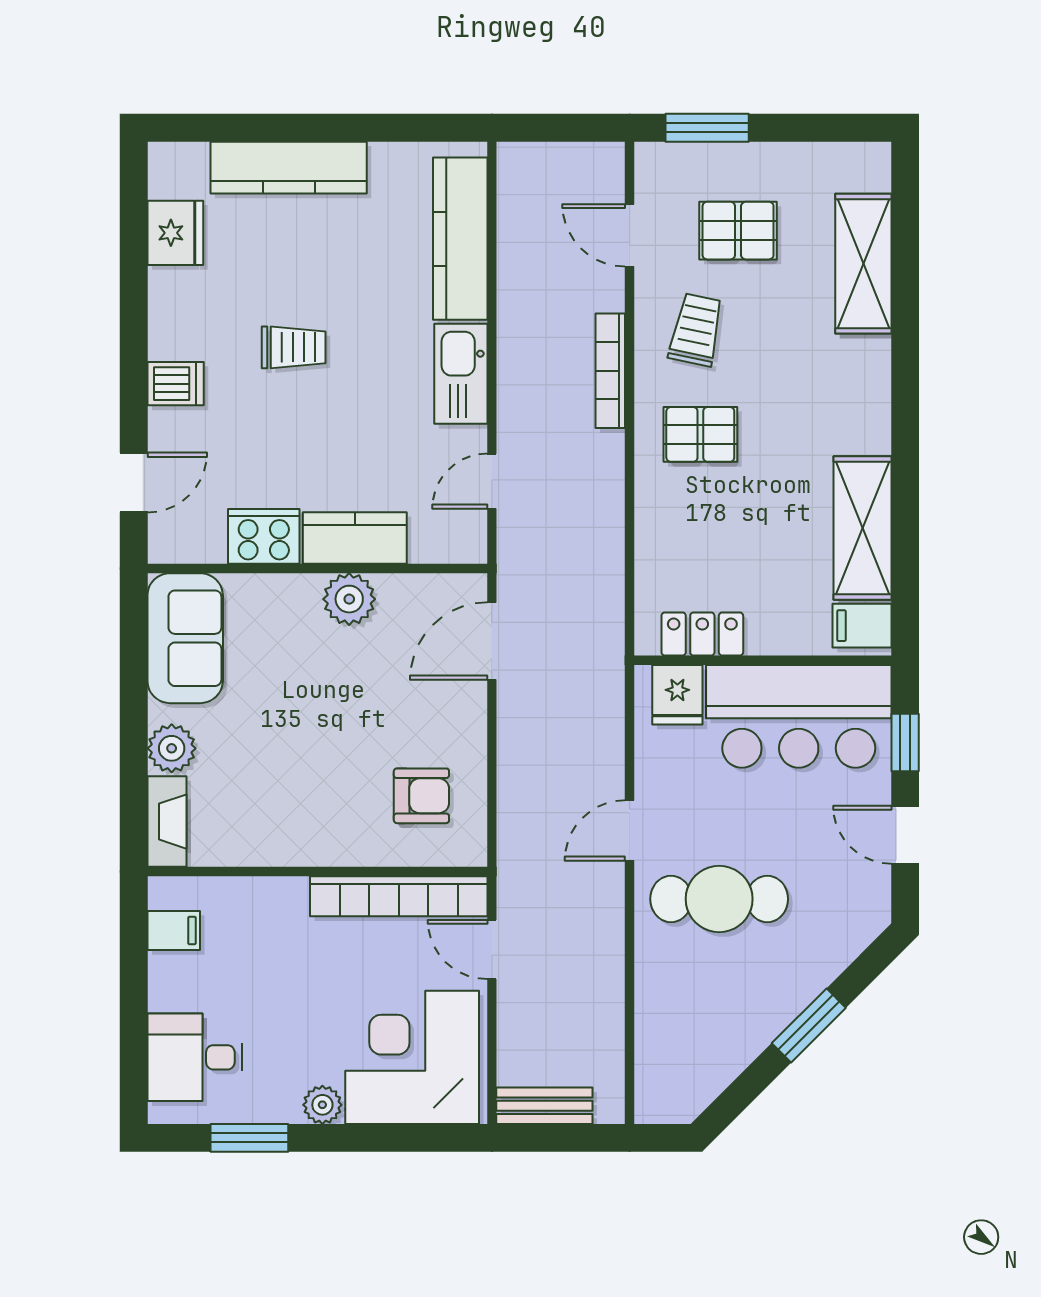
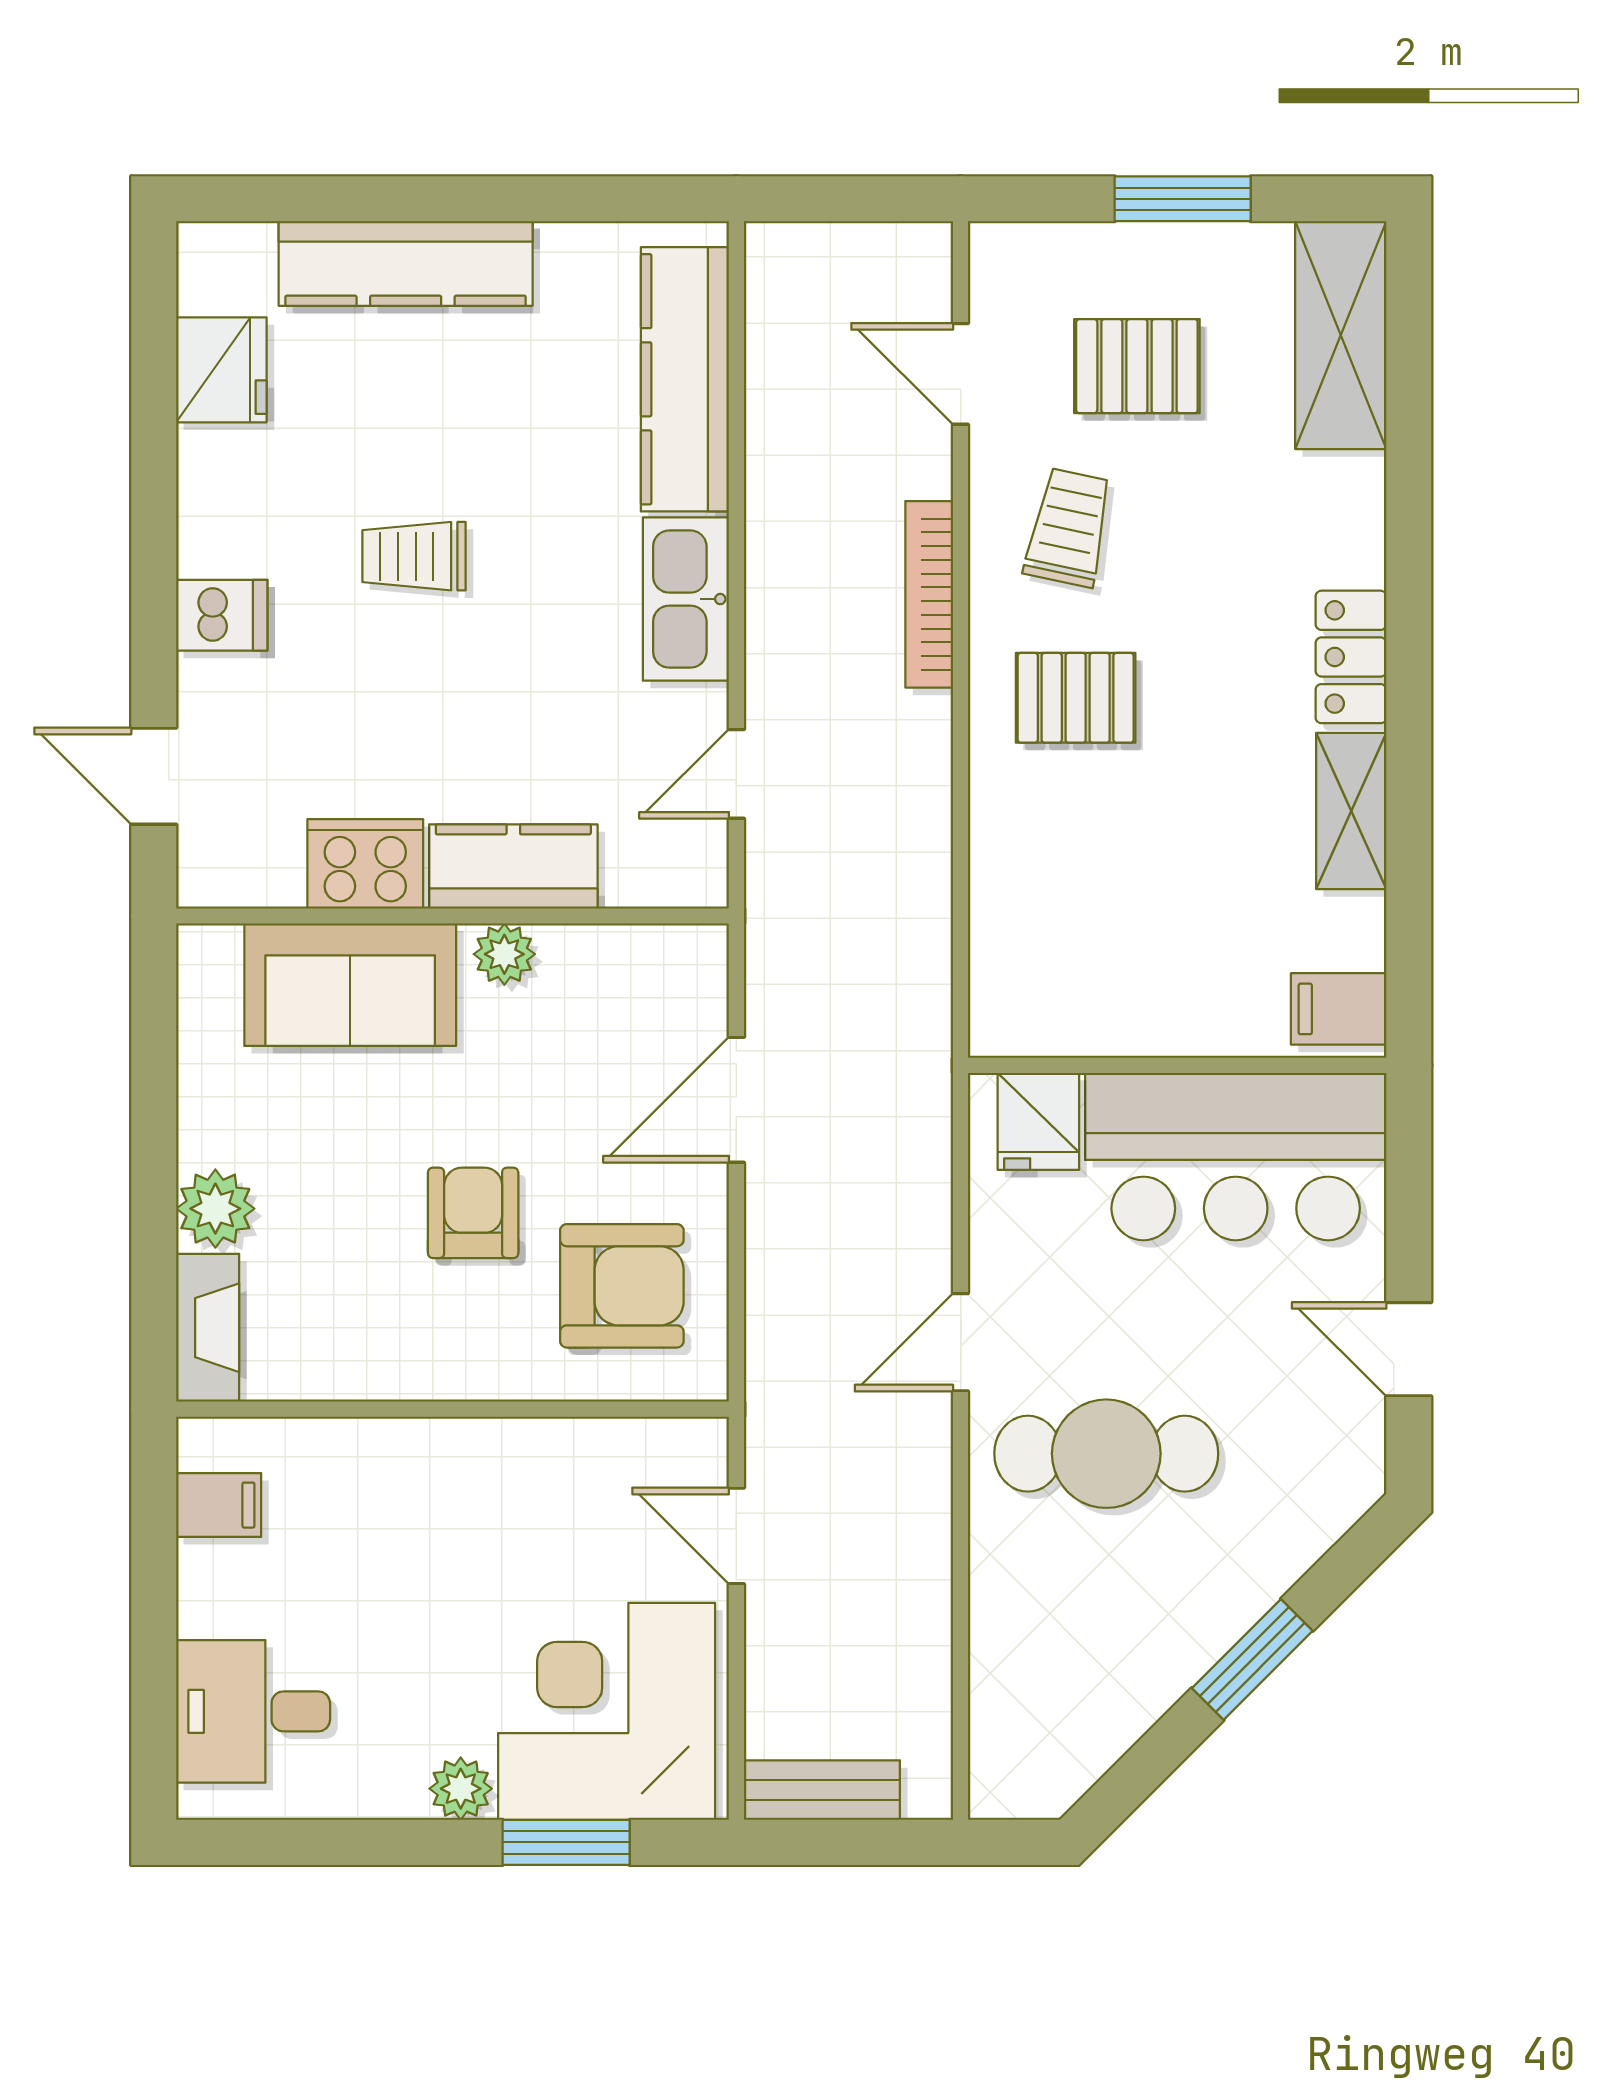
window: (707, 128) -> (1183, 199), moved
shelving: (863, 264) -> (1341, 335), moved
trolley: (294, 347) -> (414, 556), turned 180
door: (134, 482) -> (154, 776), swing flipped
shelving: (862, 528) -> (1351, 811), width x0.67, depth x0.75
plant: (349, 599) -> (504, 954), width x0.73, depth x0.73
locker: (702, 634) -> (1351, 657), moved, turned -90
sofa: (185, 638) -> (350, 985), moved, turned 90
door: (492, 641) -> (736, 1100), moved
window: (905, 743) -> (1409, 1199), removed
armchair: (330, 751) -> (473, 1213), added
armchair: (421, 796) -> (622, 1286), width x1.38, depth x1.38
bookcase: (399, 896) -> (585, 1449), removed
window: (249, 1138) -> (566, 1842), moved

